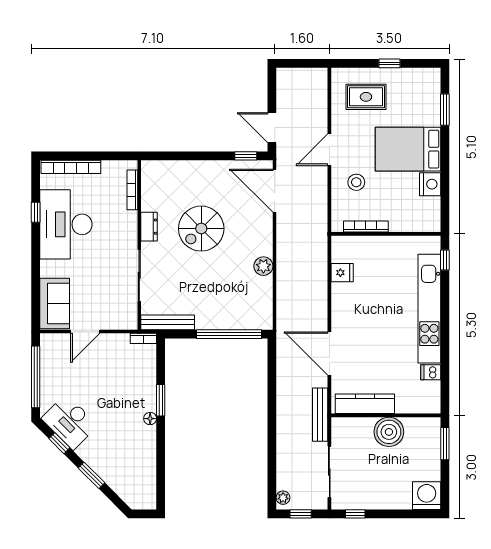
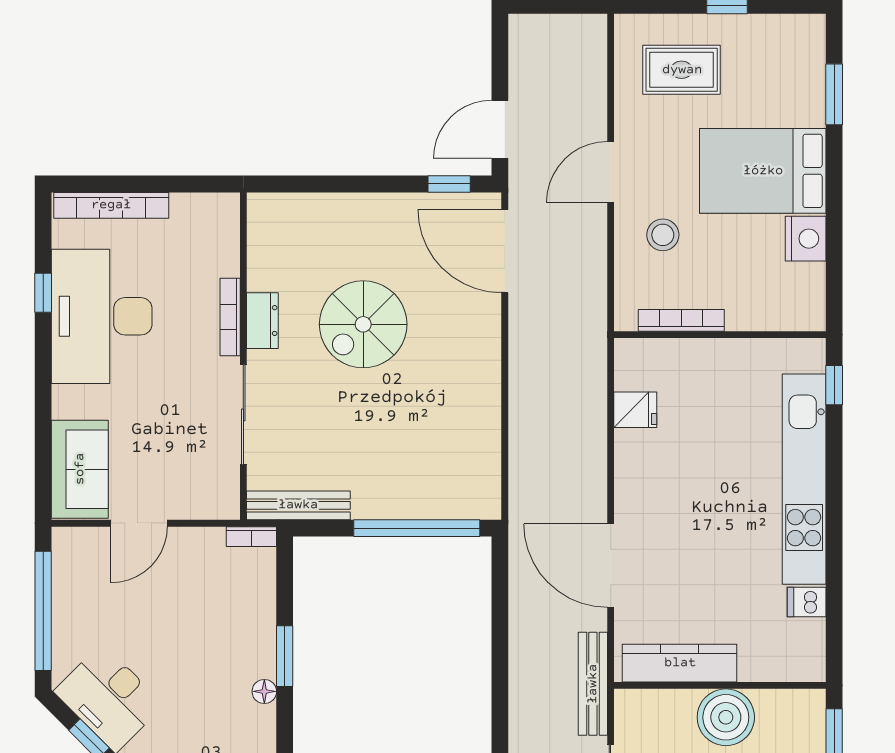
door: (272, 128) -> (500, 129), hinge flipped
bookcase: (132, 190) -> (230, 317), moved
plant: (263, 266) -> (483, 397), removed

